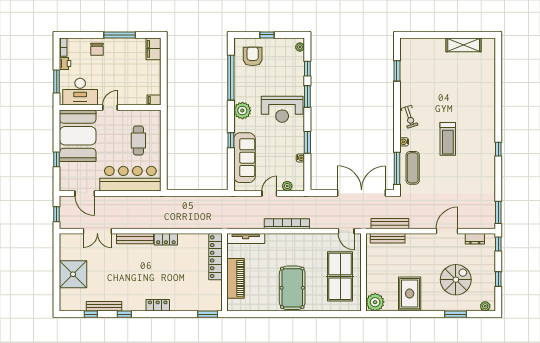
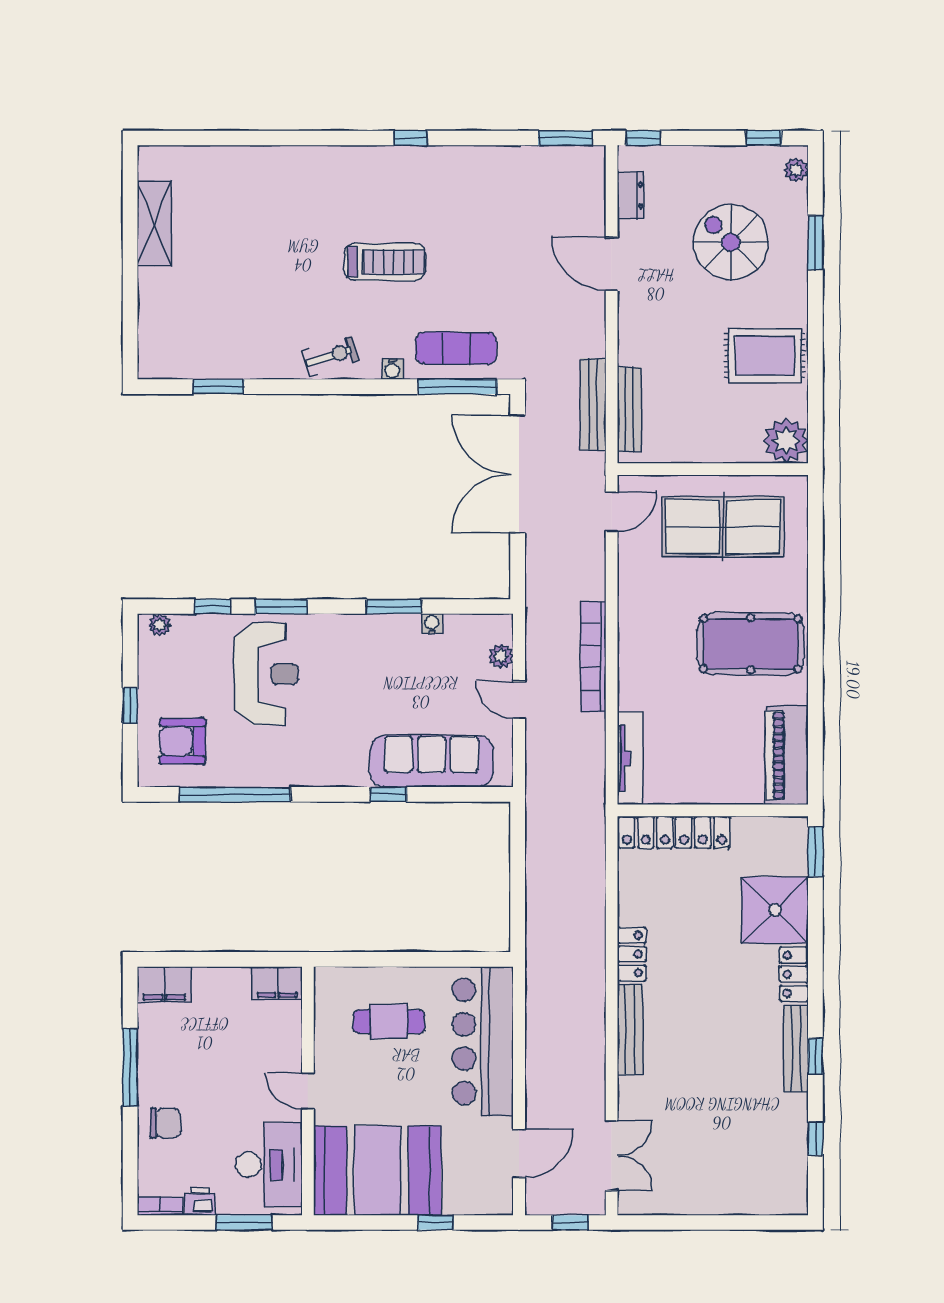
filing cabinet: (154, 100) -> (277, 983), width x2.00
reception desk: (282, 109) -> (266, 674), moved
plant: (242, 111) -> (315, 766), removed
double door: (97, 231) -> (612, 1155), moved
shower: (73, 274) -> (775, 910), moved
piano: (235, 278) -> (787, 755), moved, turned -90
window: (498, 279) -> (764, 138), moved
bench: (104, 306) -> (796, 1048), moved

